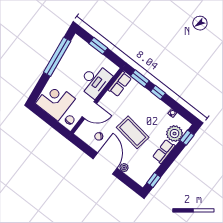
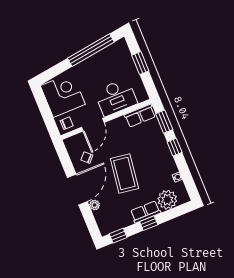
door: (89, 110) -> (93, 125), hinge flipped
window: (187, 138) -> (149, 223), moved

